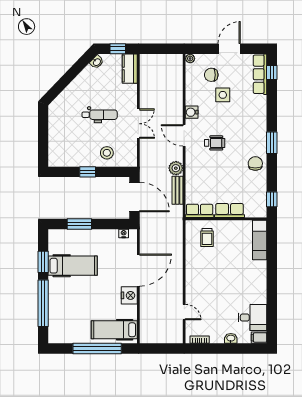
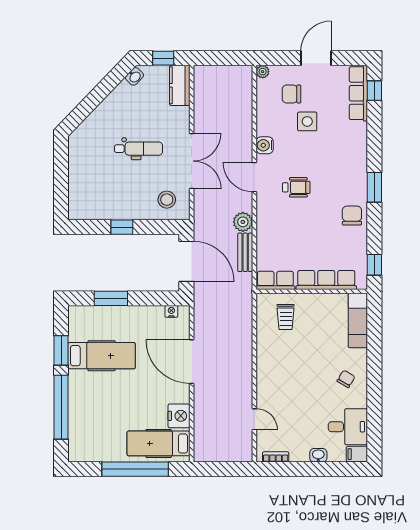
double door: (138, 124) -> (192, 161), width x1.37
stool: (107, 153) -> (167, 200), moved
row of seats: (230, 211) -> (326, 280), width x1.48
door: (138, 270) -> (192, 362), swing flipped
chair: (251, 283) -> (346, 379), added
nightstand: (129, 295) -> (179, 416), moved

